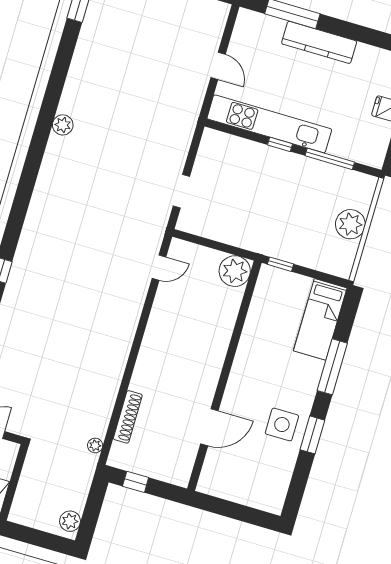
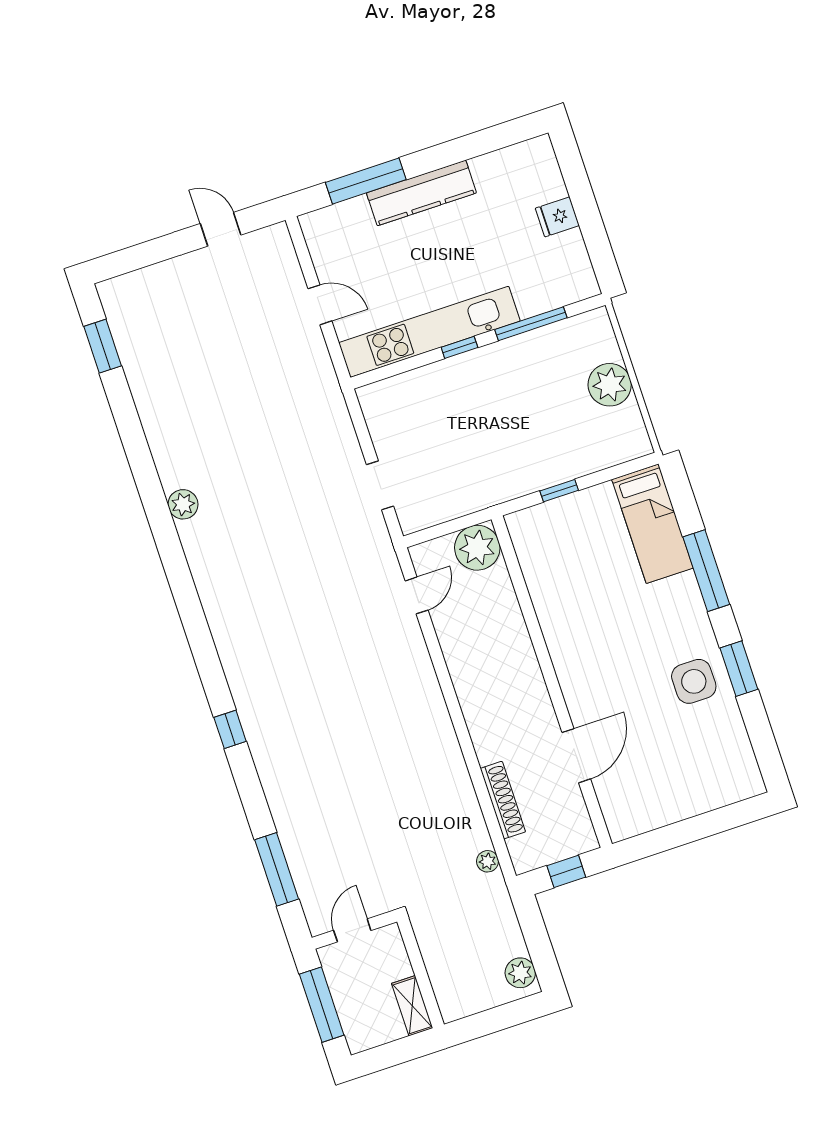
plant: (235, 271) -> (477, 548), moved
wall: (224, 376) -> (552, 682), moved
door: (209, 427) -> (576, 756), moved

